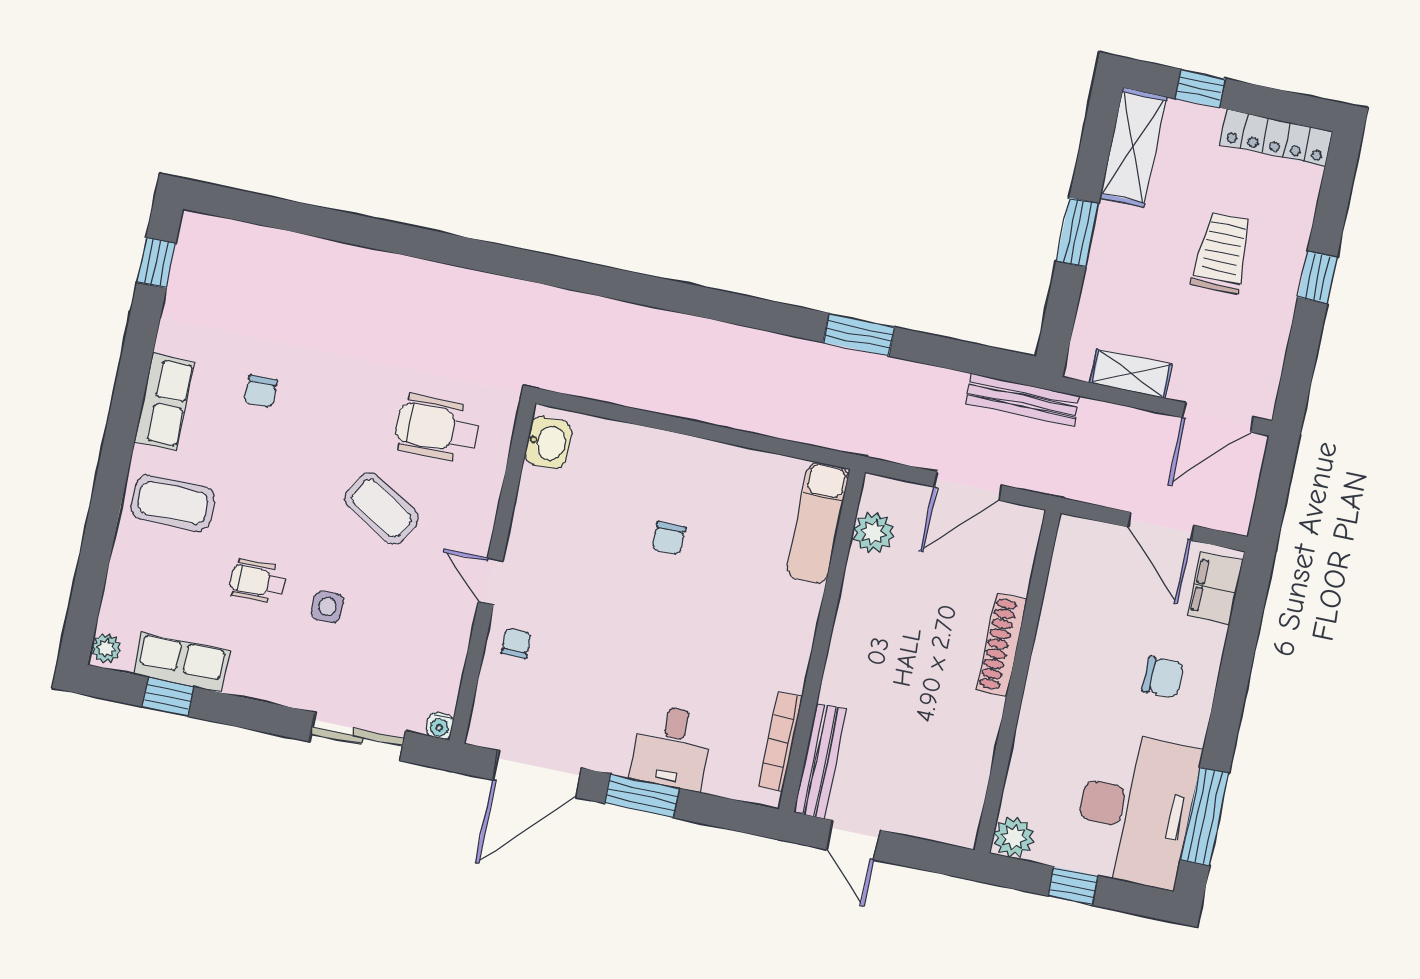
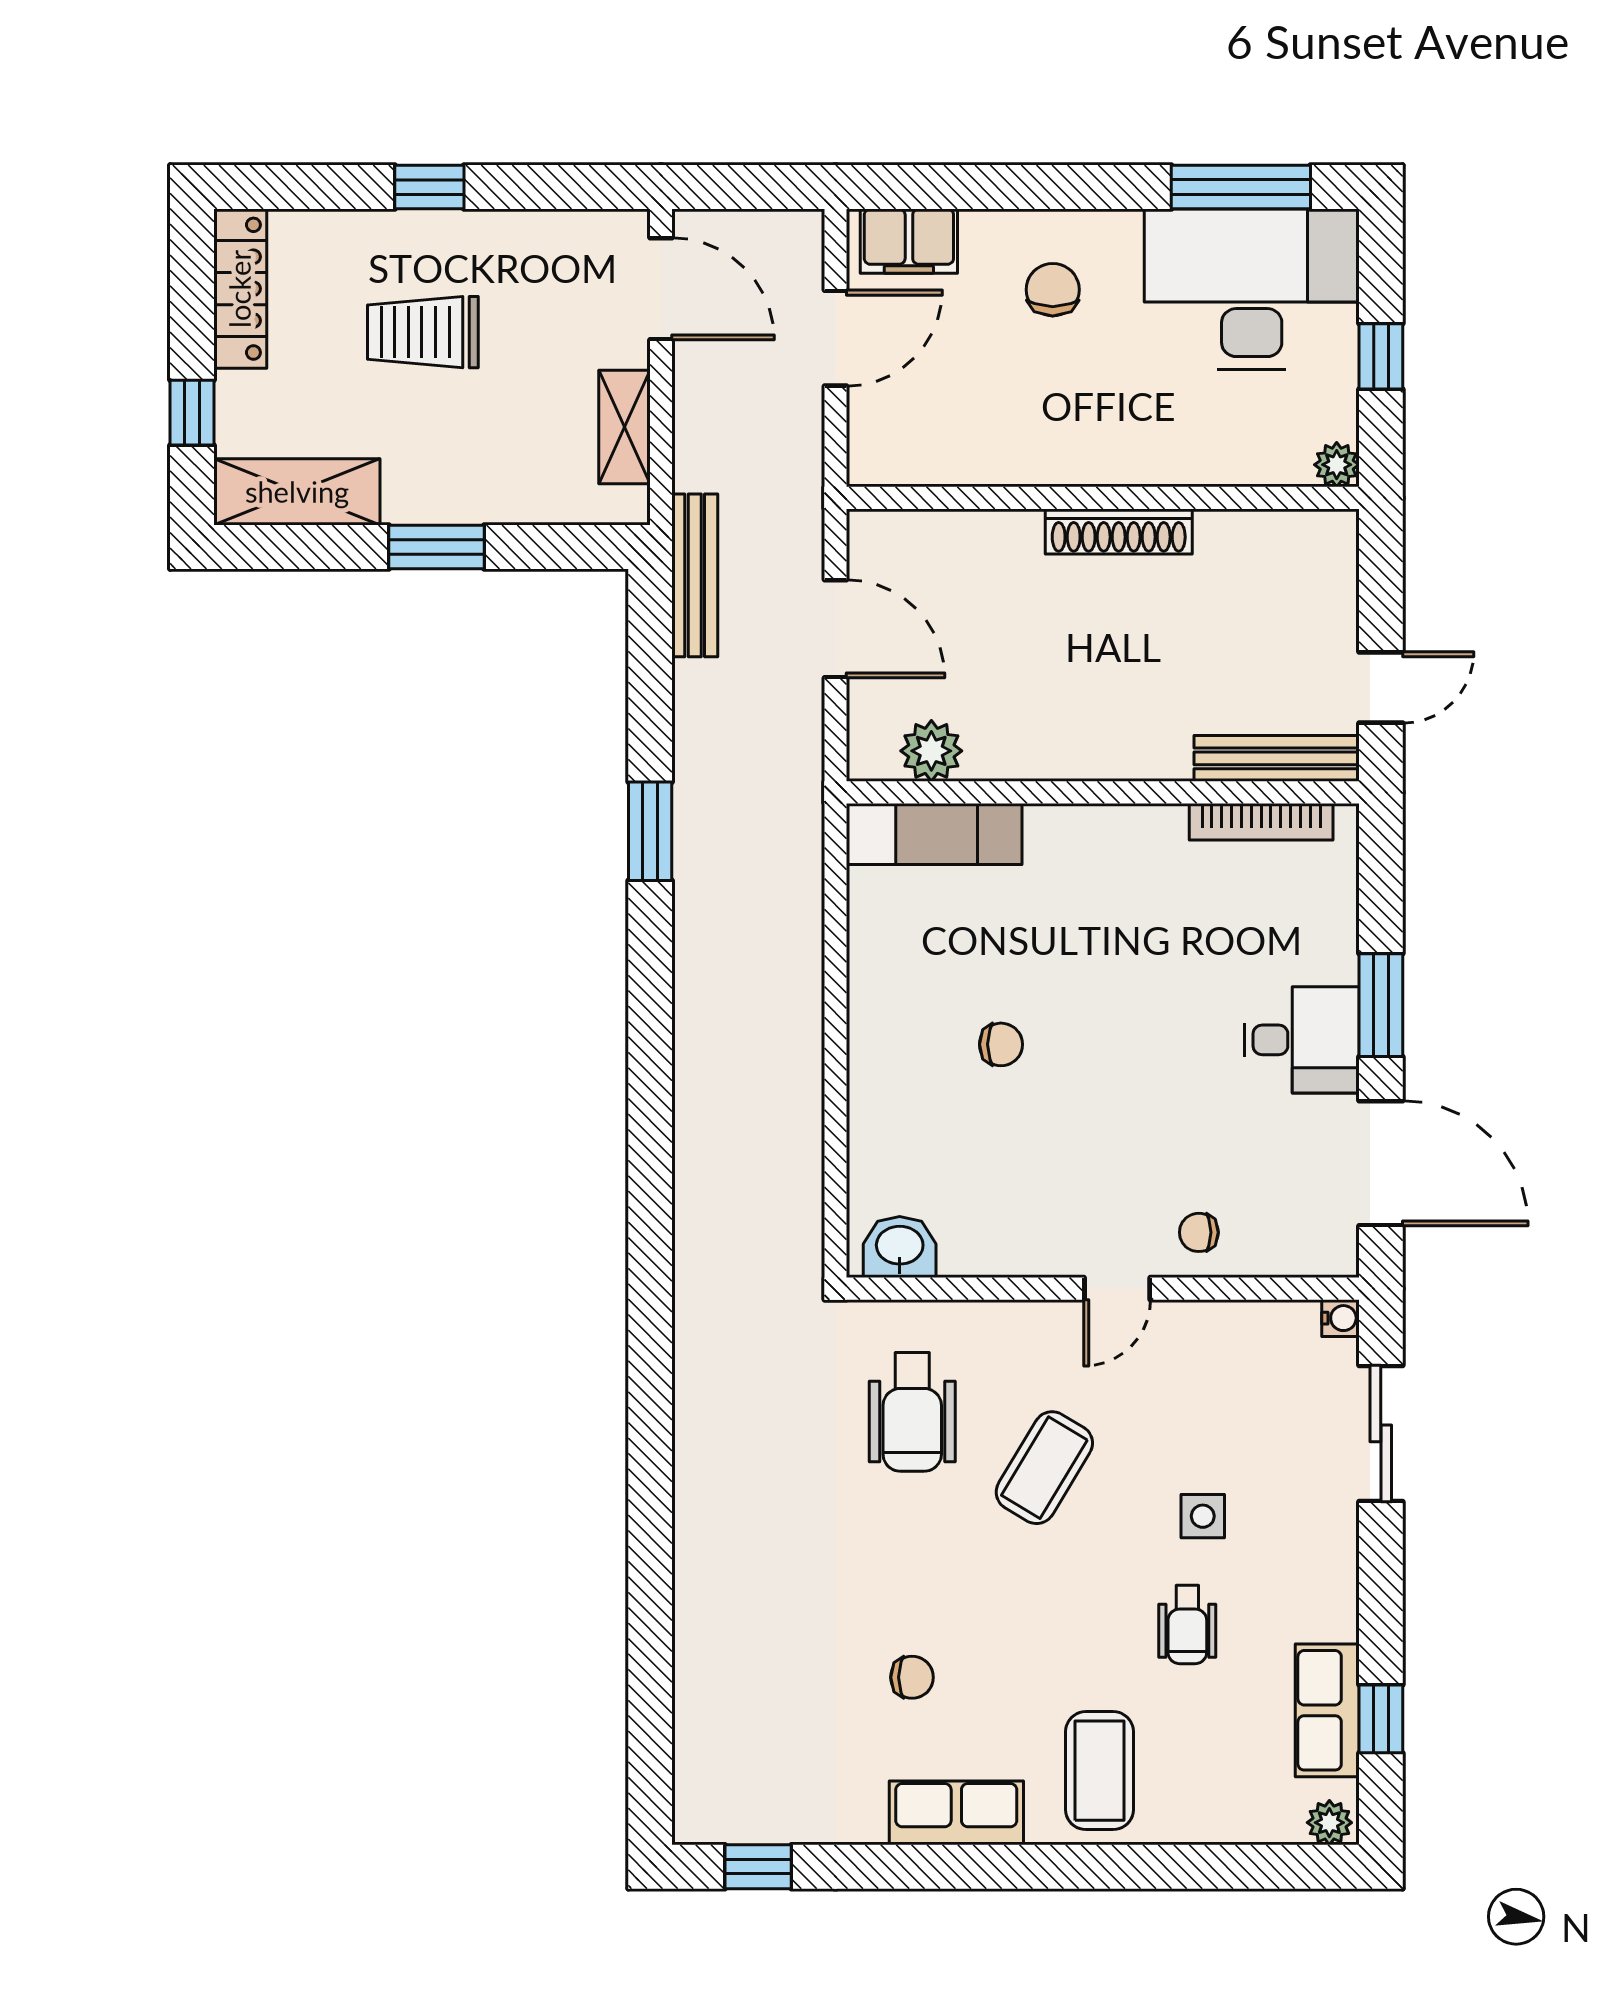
shoe rack: (1002, 645) -> (1119, 531), moved
desk: (672, 747) -> (1302, 1040), moved
plant: (1014, 837) -> (1337, 465), width x0.73, depth x0.73

